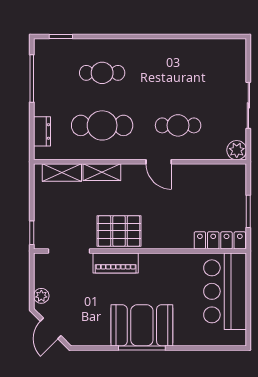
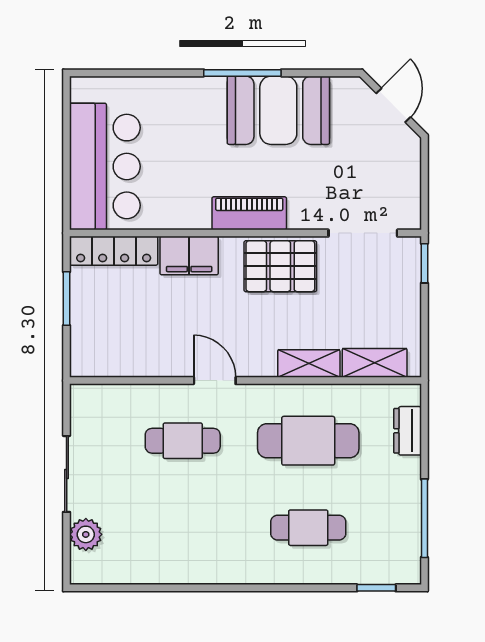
plant: (237, 150) -> (86, 534), moved
filing cabinet: (174, 237) -> (189, 256), added
piano: (116, 263) -> (249, 213), moved
plant: (41, 296) -> (409, 159), removed
booth: (142, 325) -> (278, 110), moved

